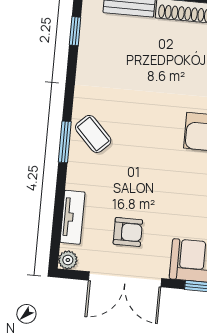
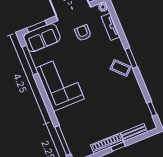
armchair: (128, 232) -> (83, 33), turned 90

